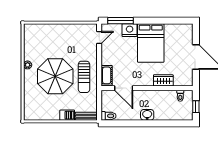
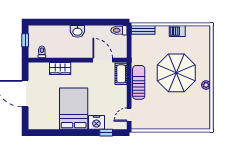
window: (121, 21) -> (106, 133), width x0.46
sun lounger: (84, 77) -> (139, 82), moved
barbecue: (67, 115) -> (177, 31), moved

